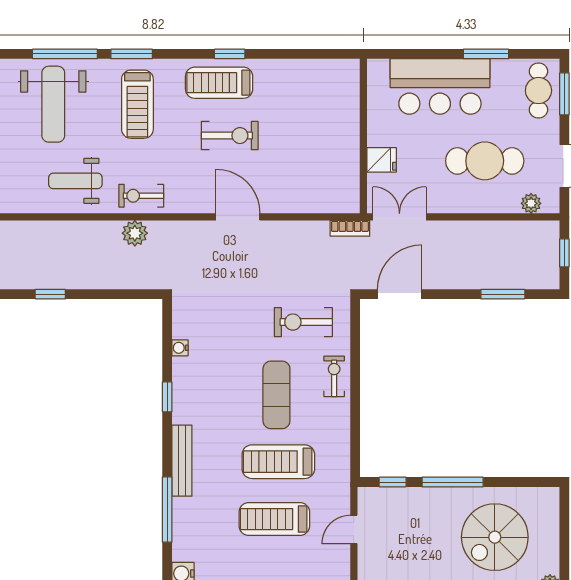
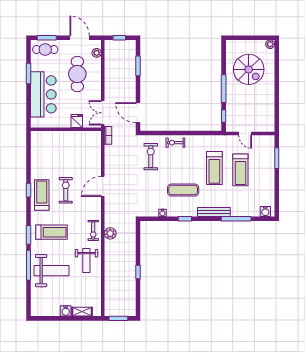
treadmill: (219, 83) -> (42, 195), turned 180
exercise bike: (303, 322) -> (151, 157), turned 180
exercise mat: (276, 395) -> (183, 190), moved

